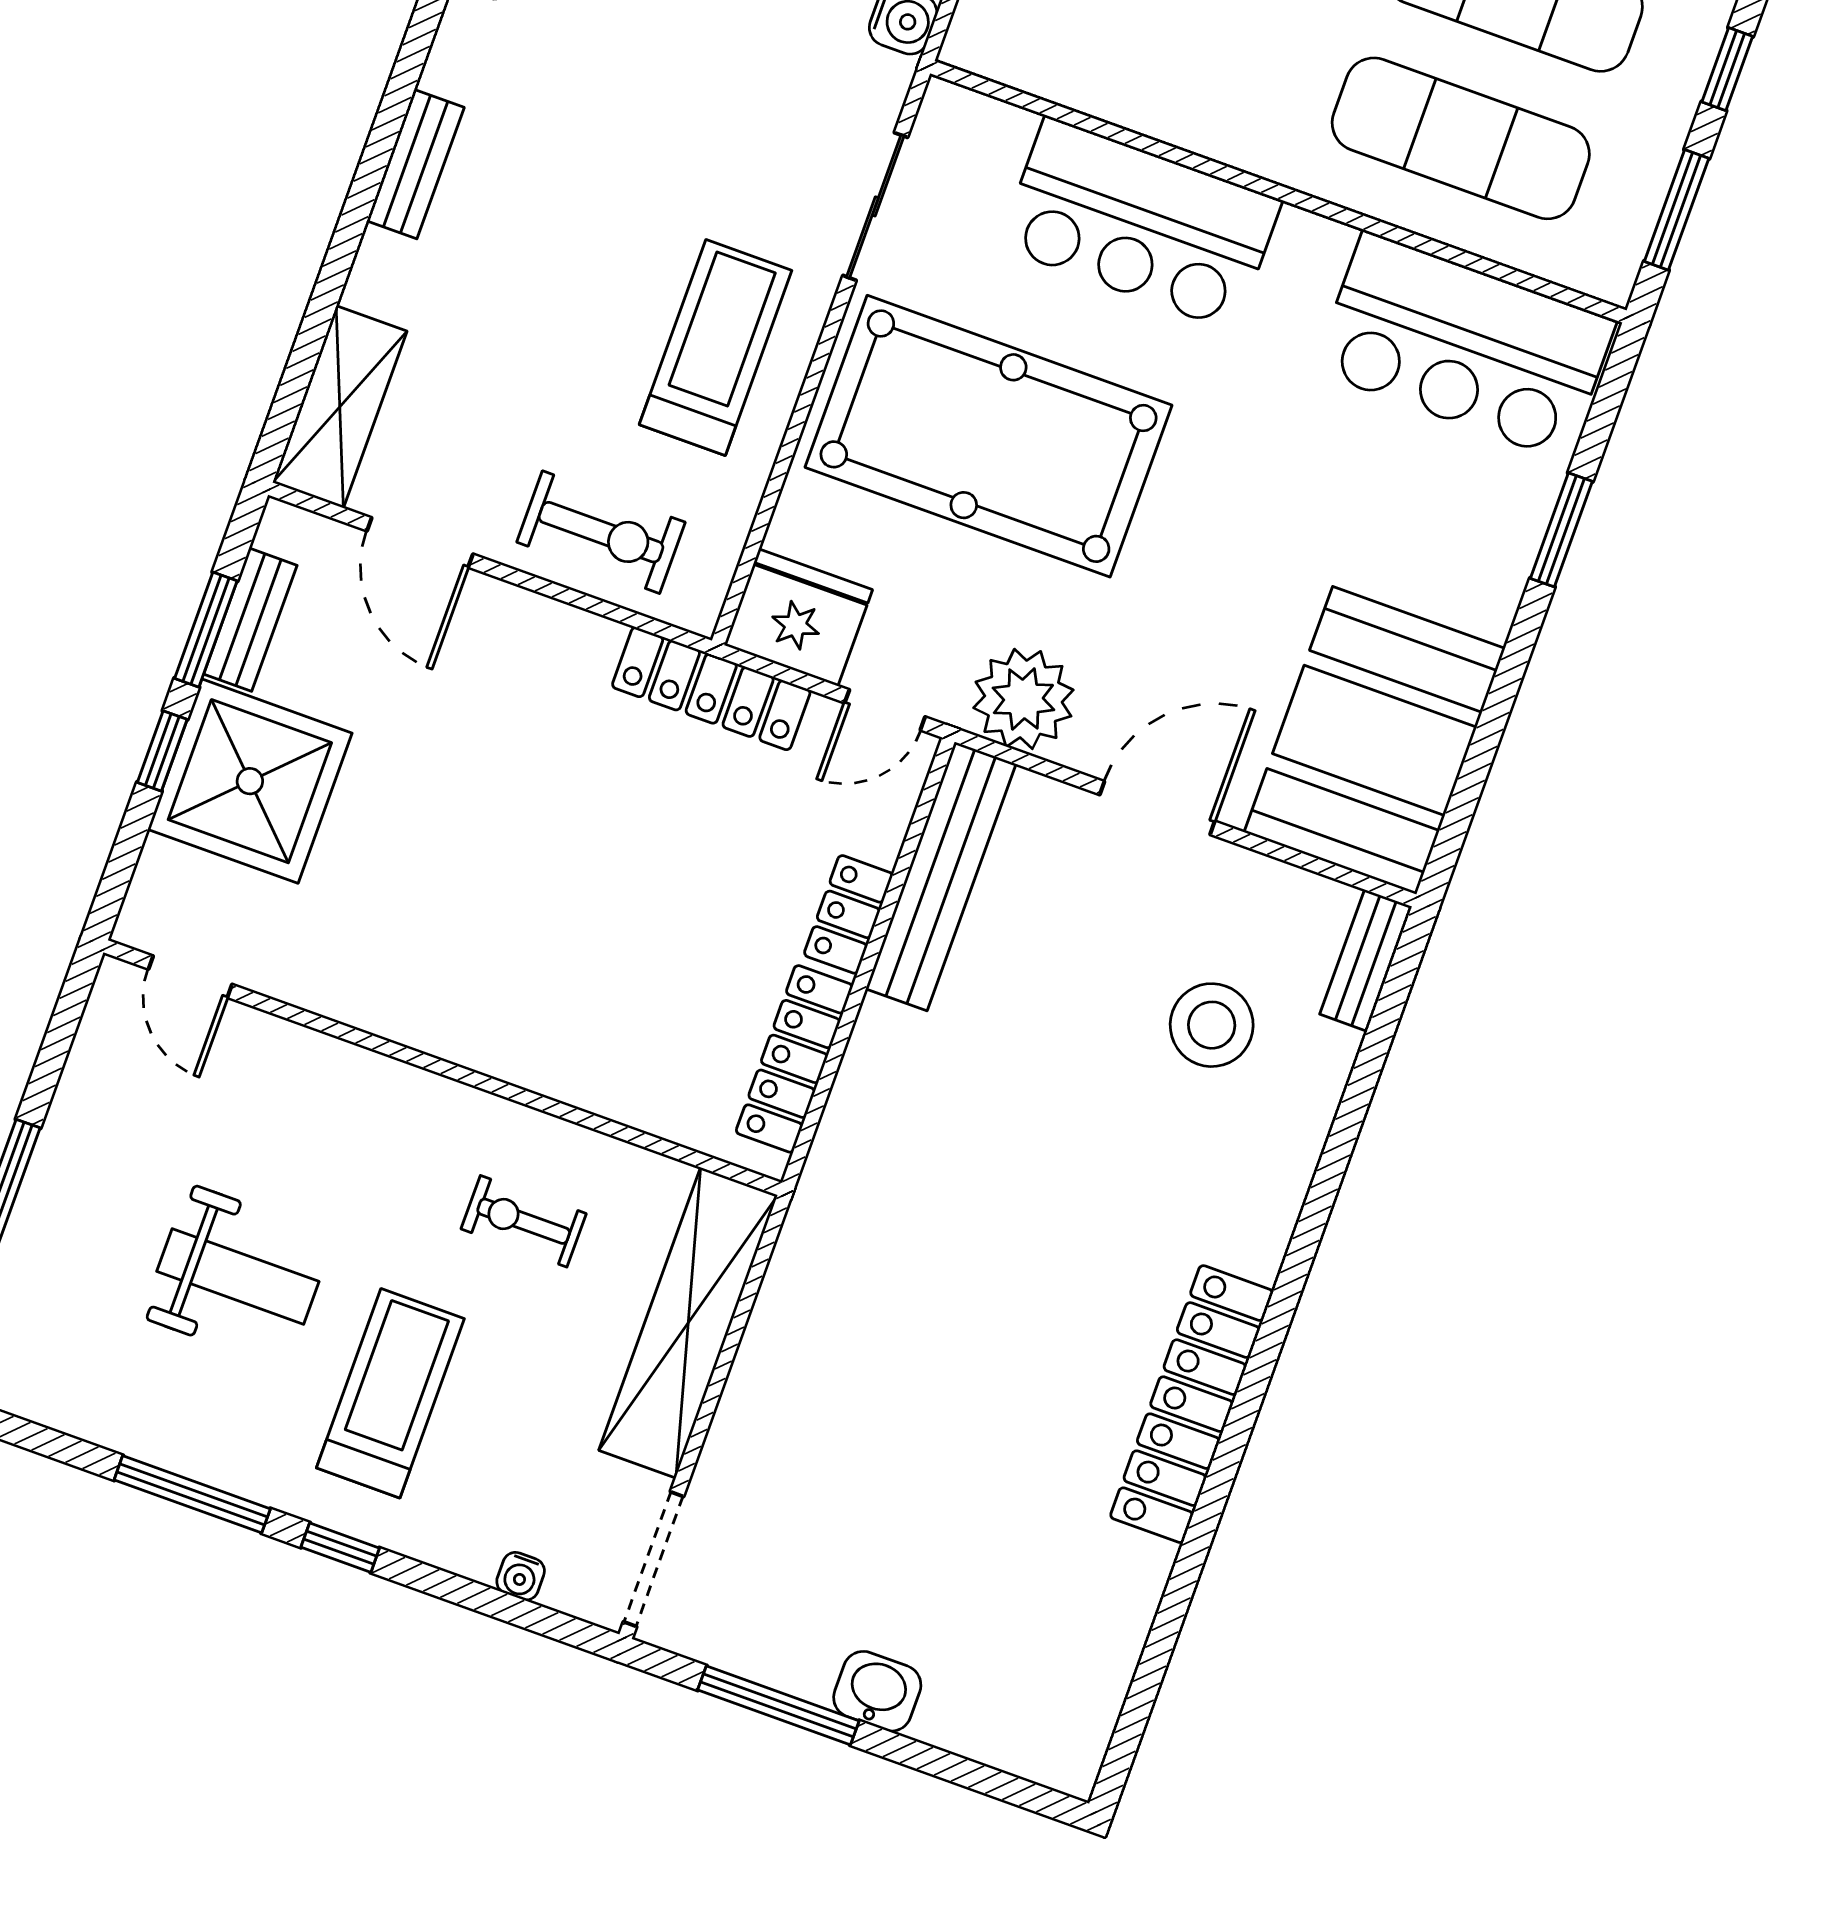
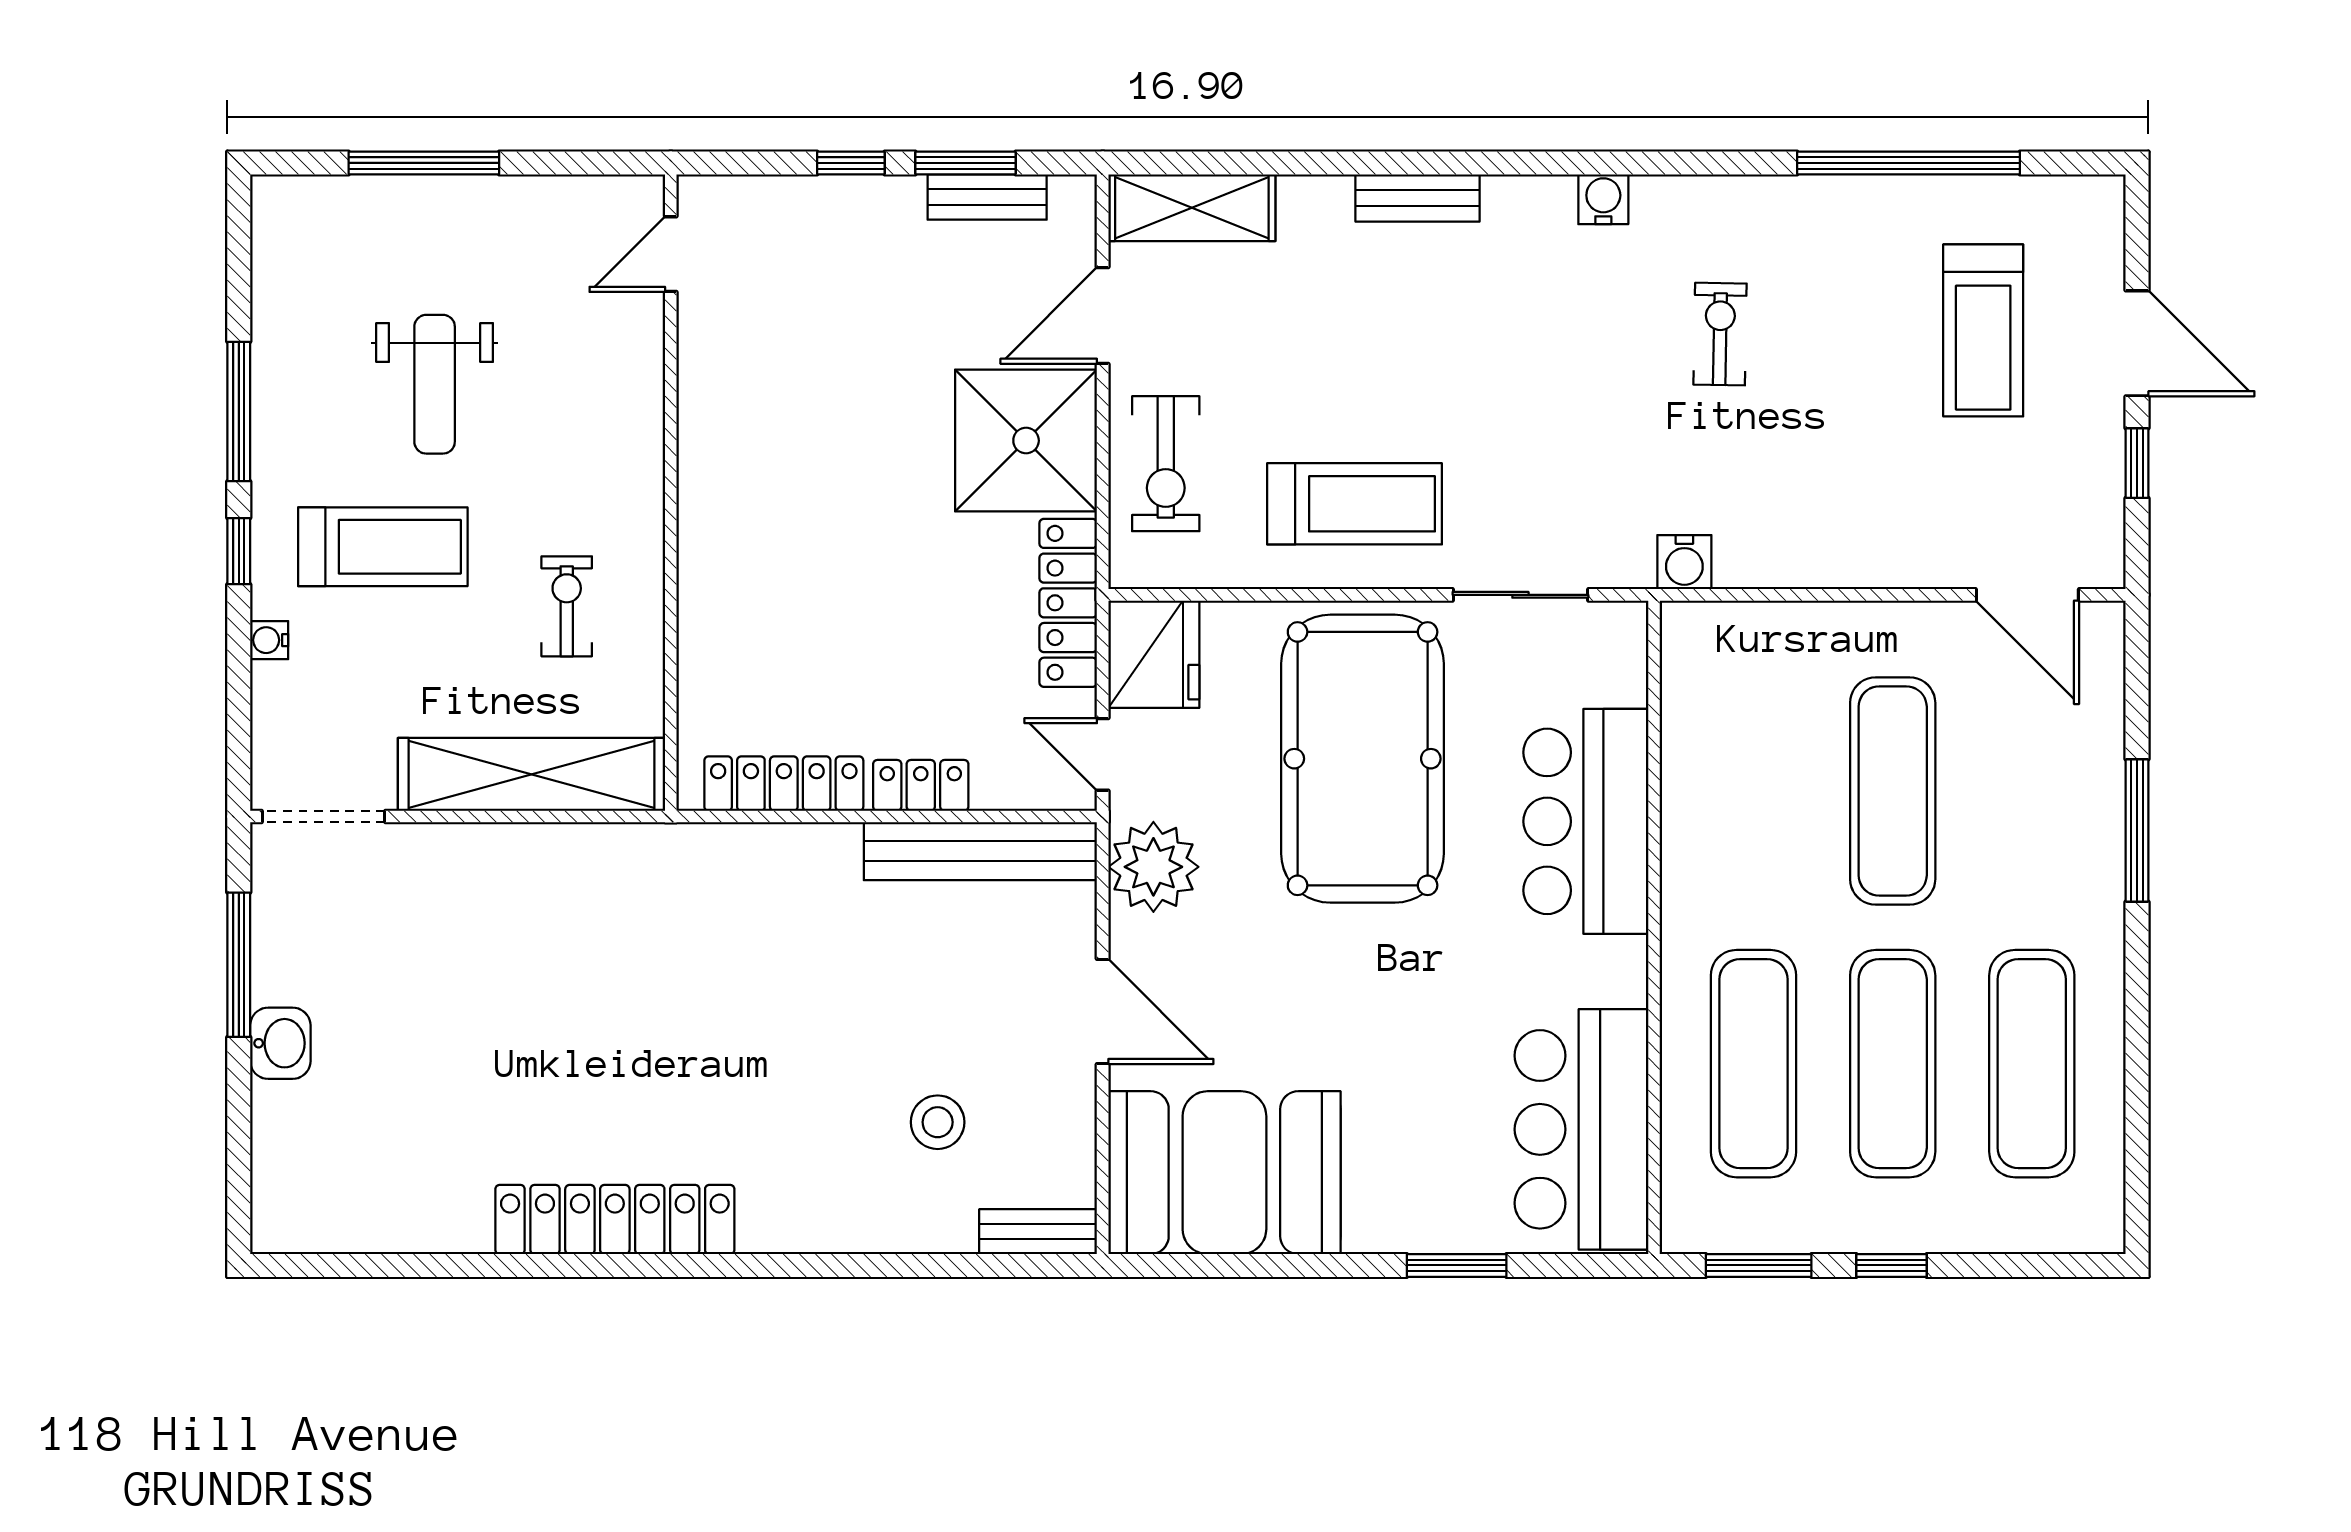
shower: (250, 781) -> (1026, 441), moved
stool: (1212, 1025) -> (938, 1122), width x0.73, depth x0.73
water cooler: (521, 1576) -> (269, 640), moved

